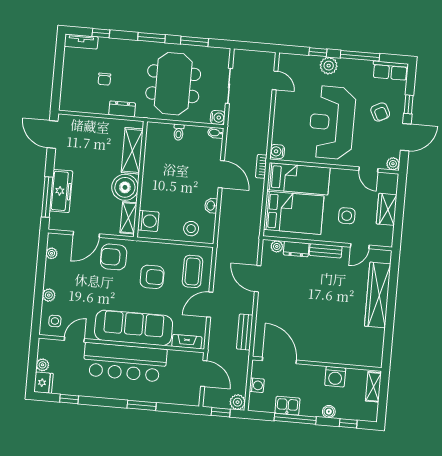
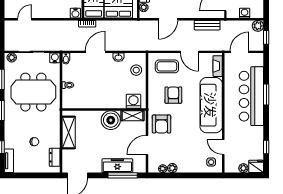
plant: (224, 58) -> (12, 58), added
dresser: (122, 109) -> (55, 157), moved
shelving: (132, 151) -> (69, 132), moved, turned 90
door: (86, 234) -> (147, 145), swing flipped
plant: (49, 295) -> (172, 168), moved
bar counter: (125, 362) -> (251, 96), moved, turned 180

